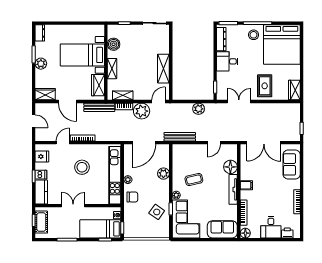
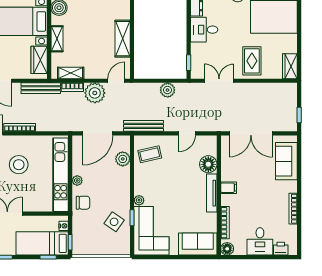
plant: (163, 174) -> (123, 159), moved
coffee table: (194, 180) -> (150, 154), moved

